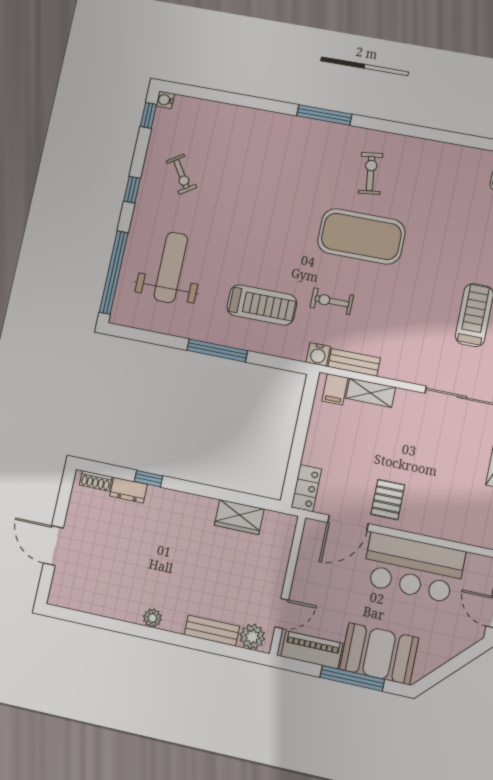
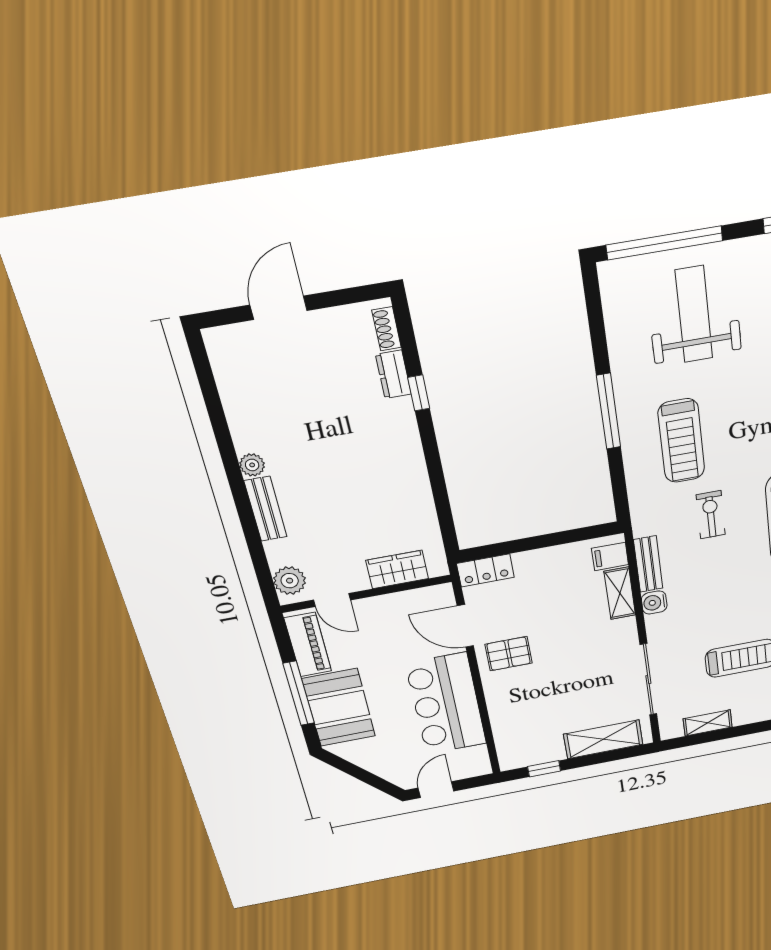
weight bench: (171, 267) -> (694, 314), turned -90
water cooler: (318, 354) -> (654, 603), moved
wardrobe: (239, 517) -> (397, 569), moved, turned 90
bench: (212, 630) -> (266, 509), moved

